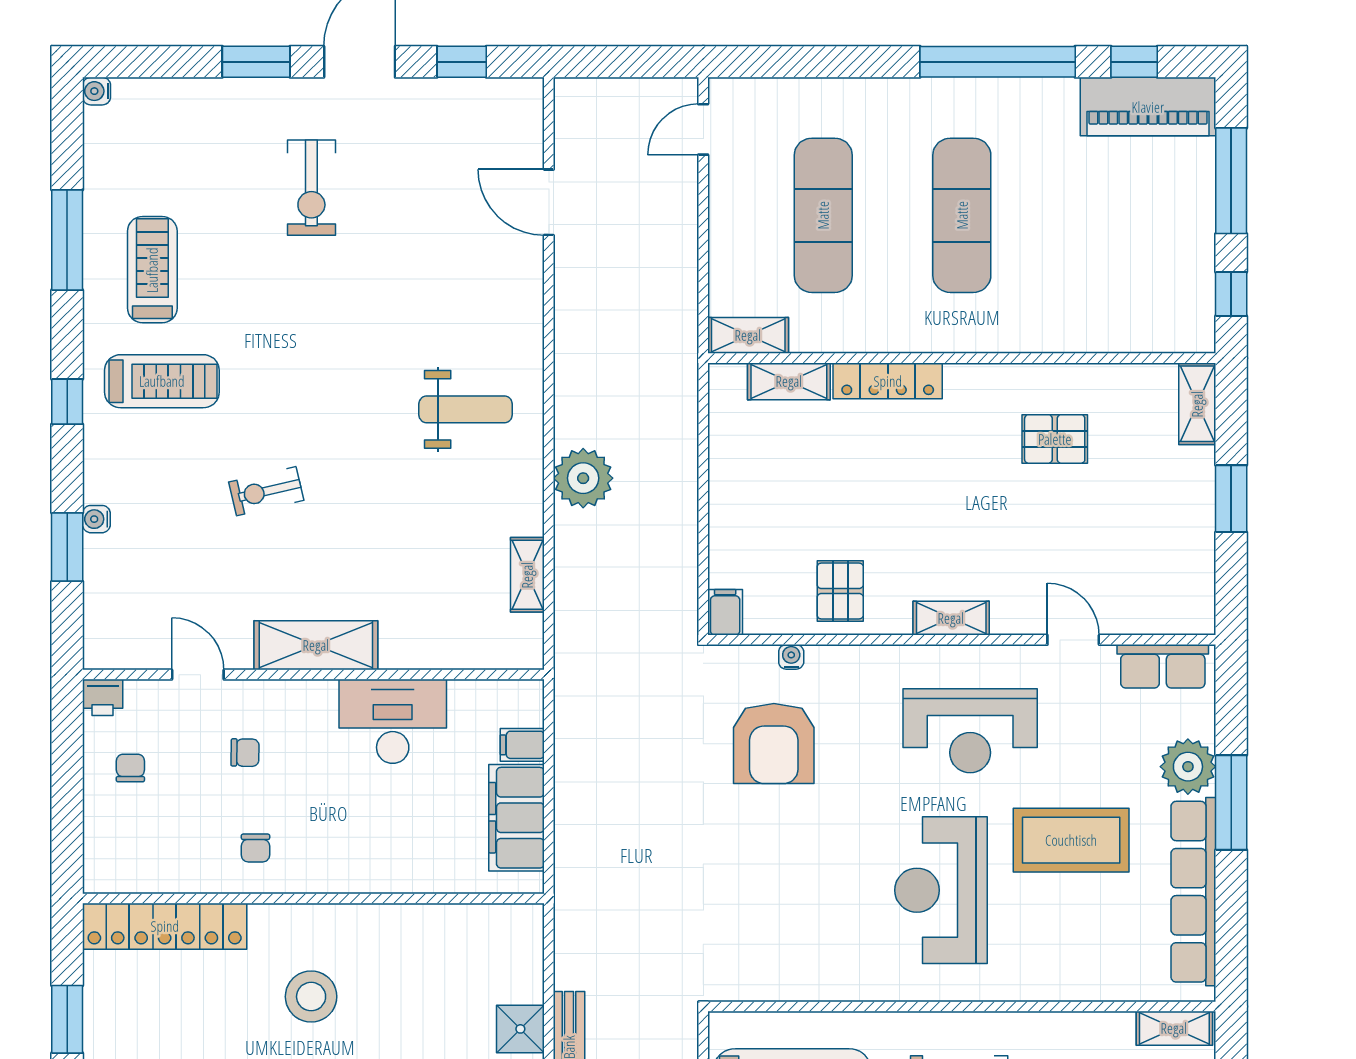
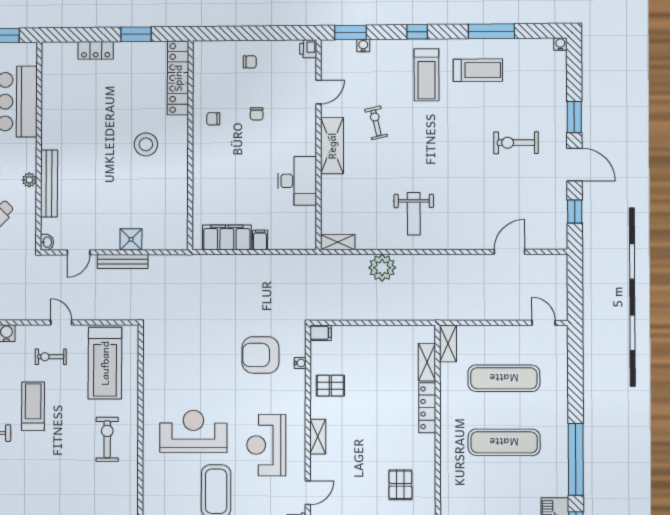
shelving: (316, 645) -> (332, 146), moved
door: (198, 675) -> (319, 92), moved
wall: (313, 675) -> (319, 145), moved
printer: (103, 697) -> (308, 49), moved
desk: (393, 721) -> (297, 181), moved

